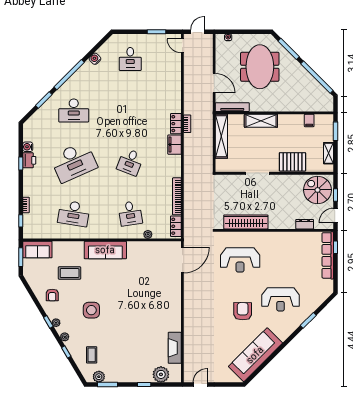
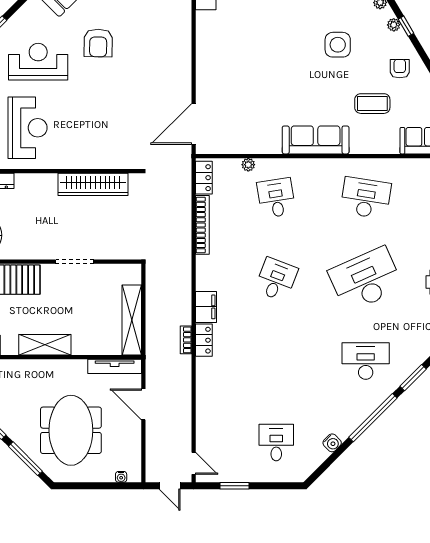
door: (197, 32) -> (170, 486), hinge flipped
shelving: (261, 121) -> (45, 345), moved
reception desk: (240, 260) -> (28, 128), moved, turned 90

